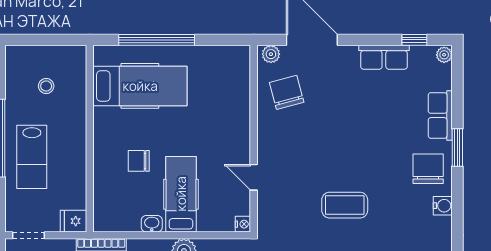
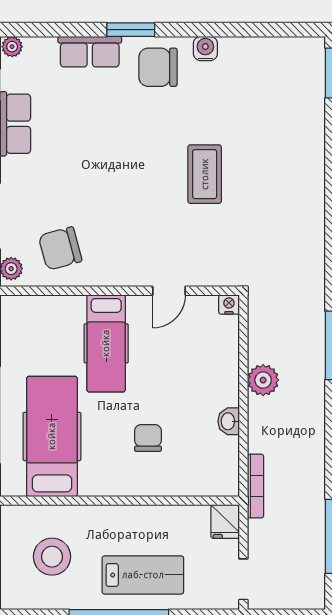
stool: (46, 86) -> (52, 557), width x1.89, depth x1.89
chair: (139, 161) -> (148, 438), turned 180
hospital bed: (181, 194) -> (106, 343), moved, turned -90

